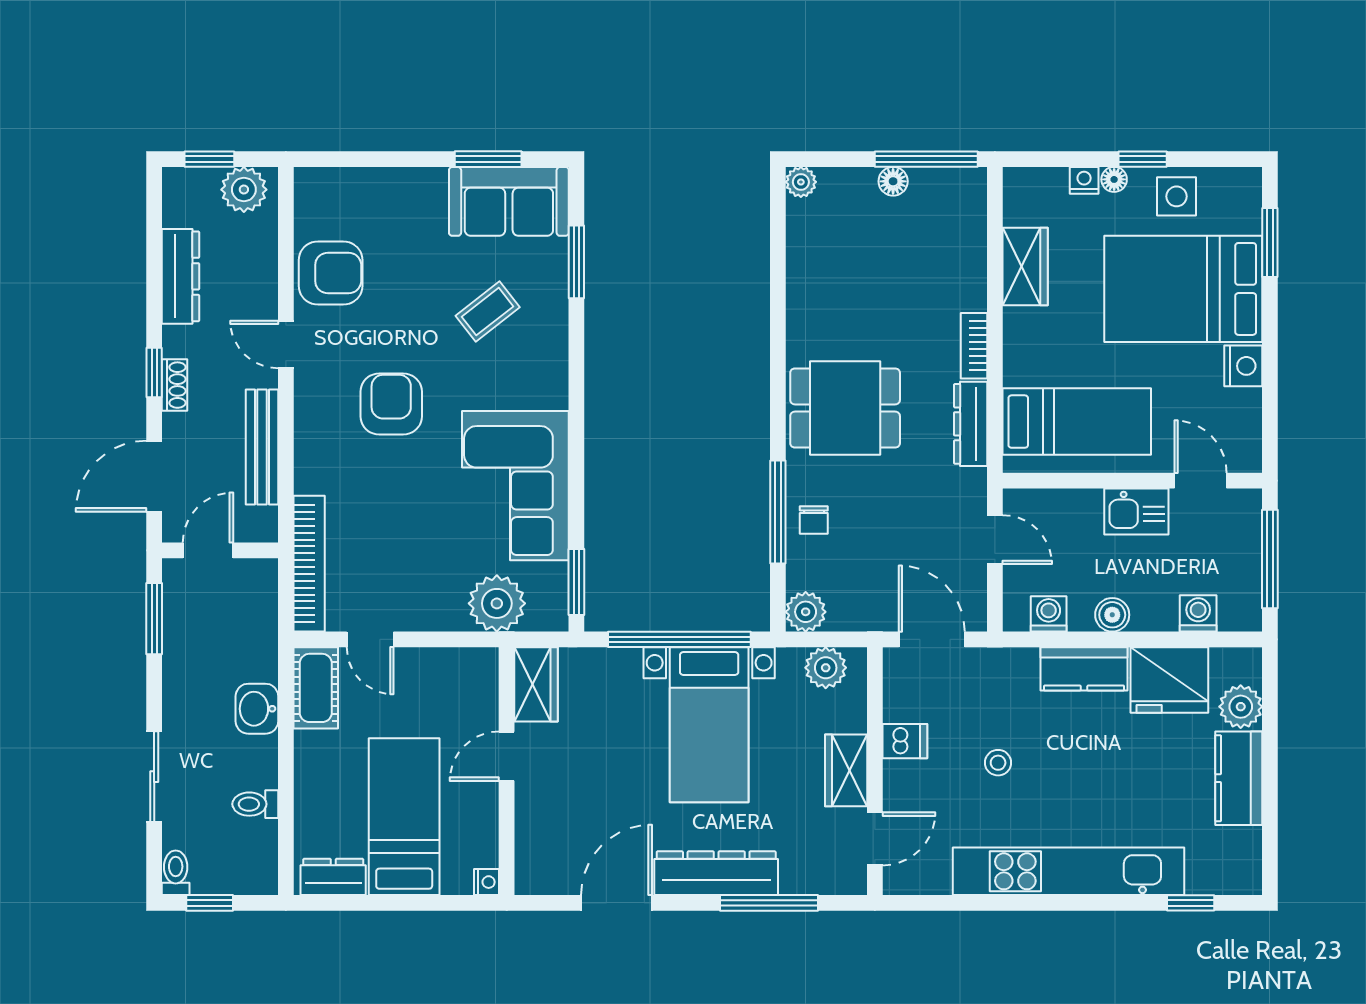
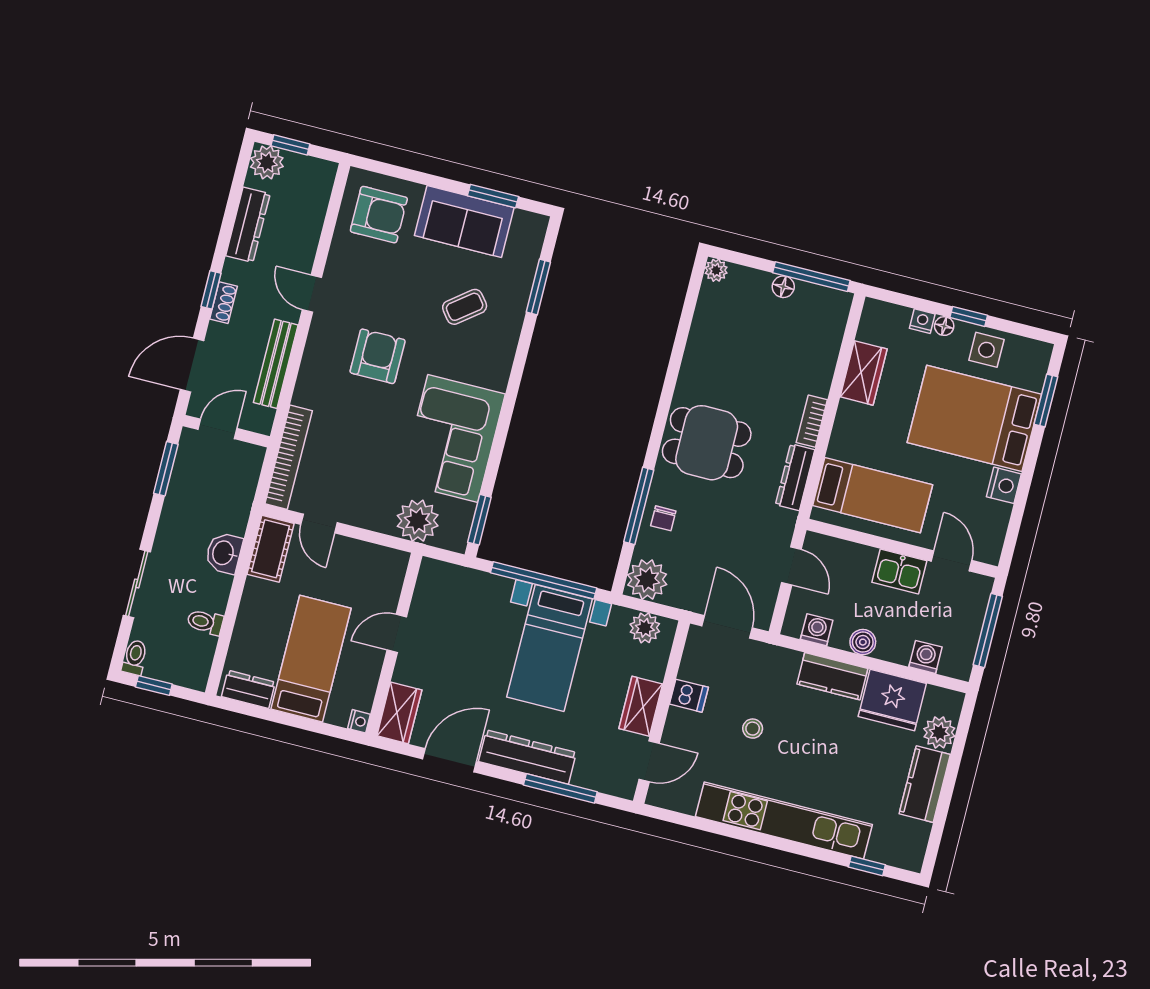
plant: (244, 190) -> (267, 162), moved
sofa: (509, 201) -> (464, 222), moved
armchair: (331, 273) -> (379, 215), moved
plant: (806, 612) -> (647, 580), width x1.36, depth x1.36
wardrobe: (536, 684) -> (399, 713), moved

